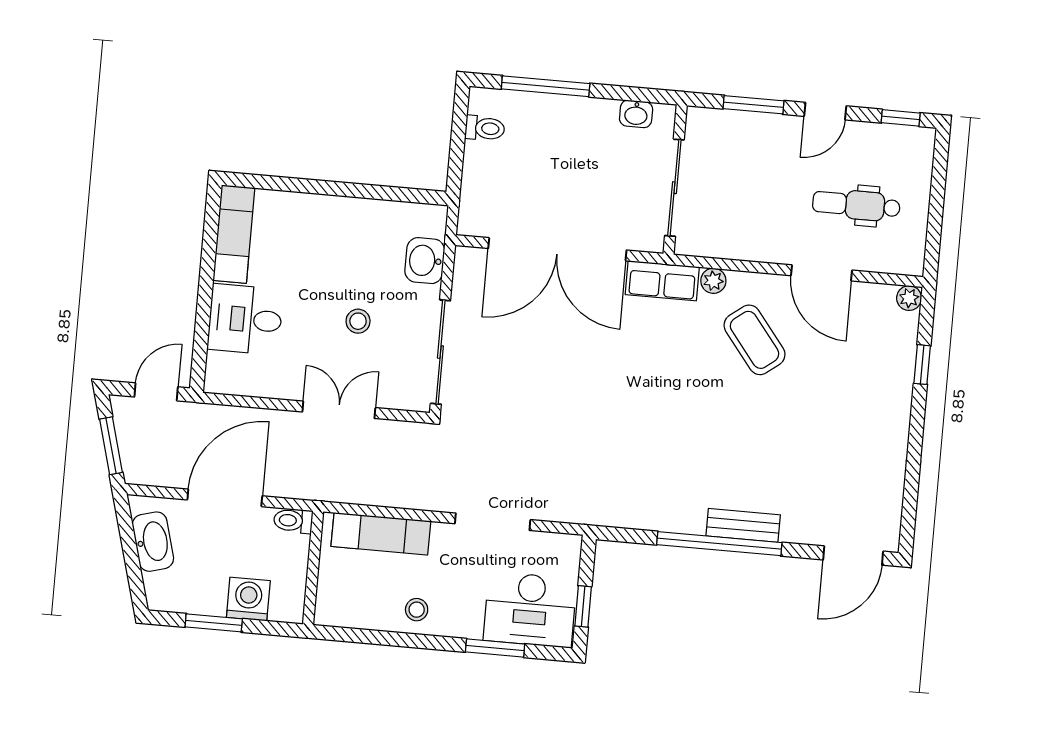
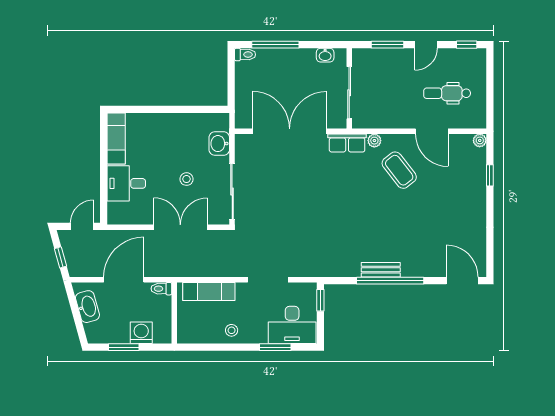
toilet: (485, 128) -> (245, 55), moved
double door: (557, 249) -> (290, 131), swing flipped
double door: (339, 410) -> (180, 227), width x1.37
window: (111, 446) -> (61, 257), width x0.67
bench: (743, 525) -> (381, 270), moved
door: (853, 556) -> (462, 281), swing flipped
window: (583, 606) -> (320, 300), moved

